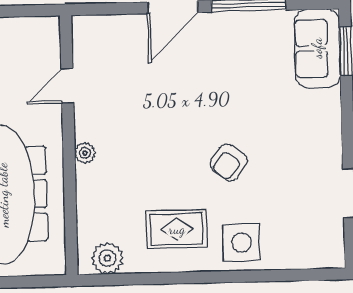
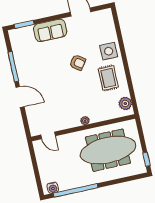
sofa: (317, 48) -> (50, 30), moved
door: (67, 86) -> (48, 135), moved

